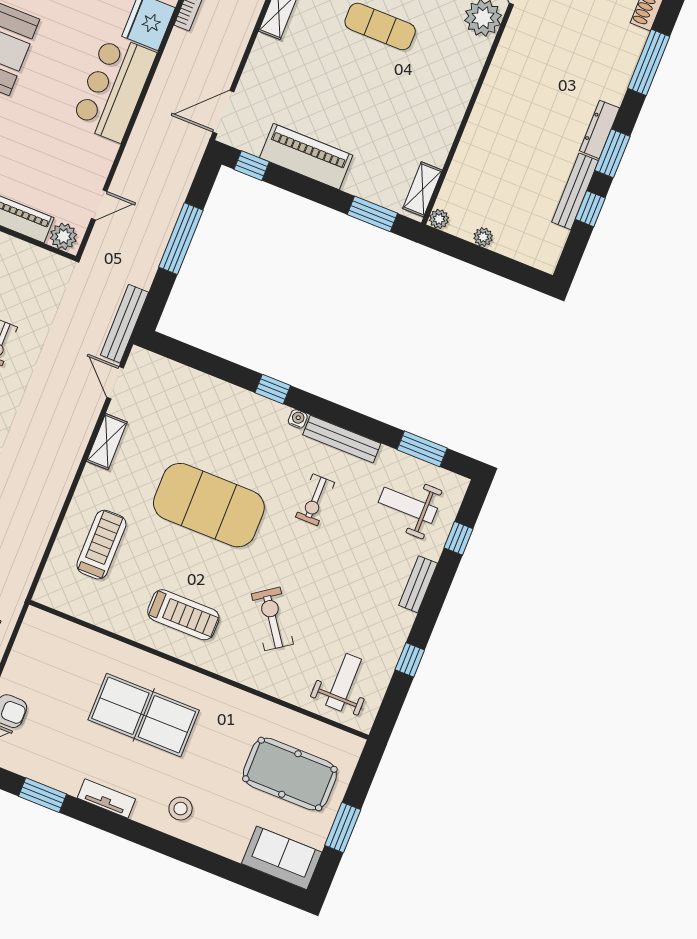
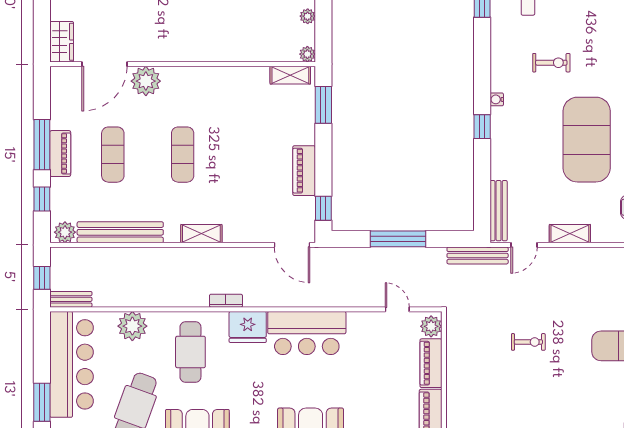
piano: (306, 157) -> (304, 171), width x0.73, depth x0.75
bench: (342, 439) -> (499, 211), moved

